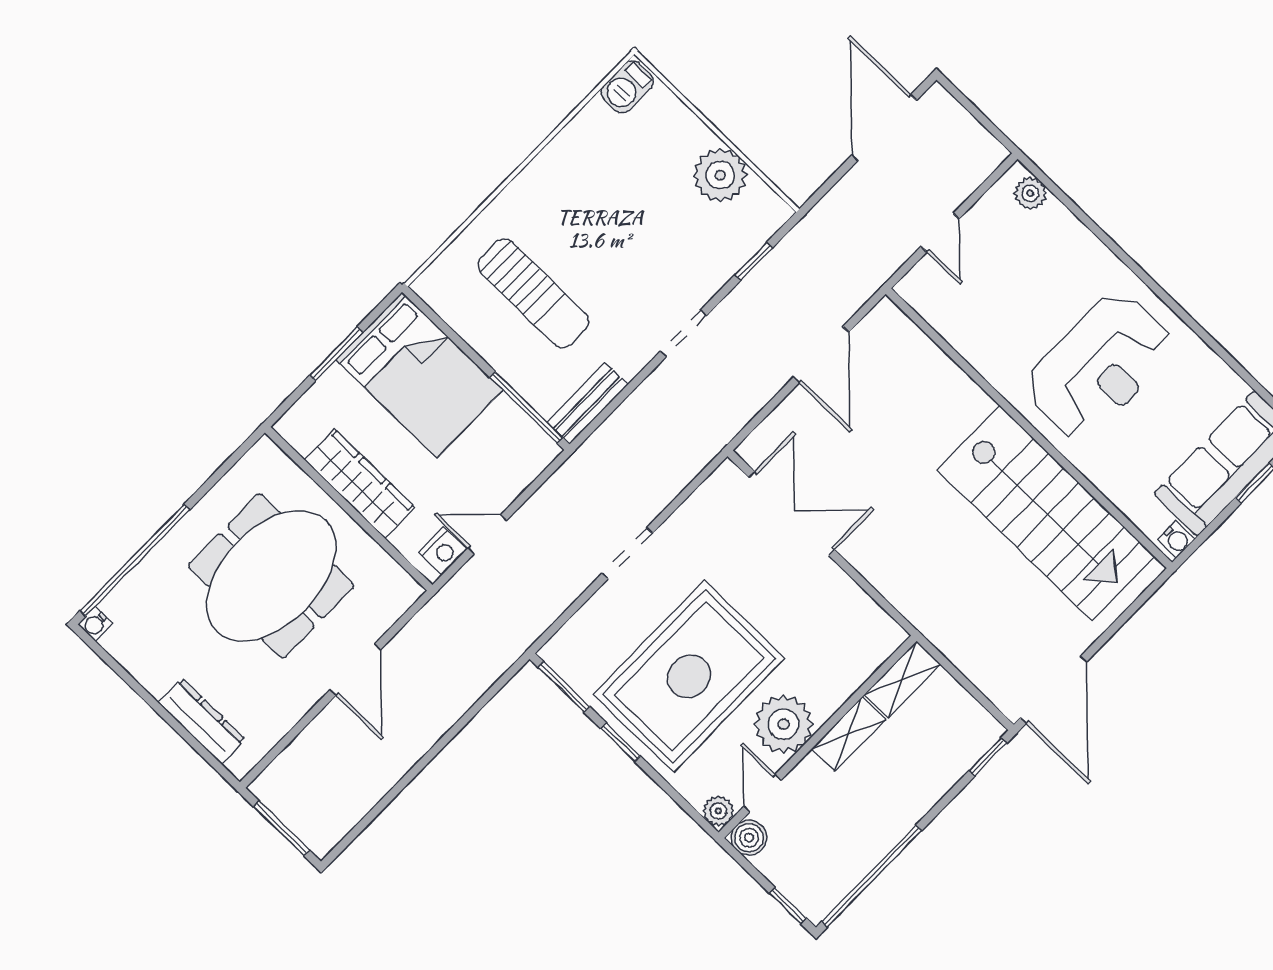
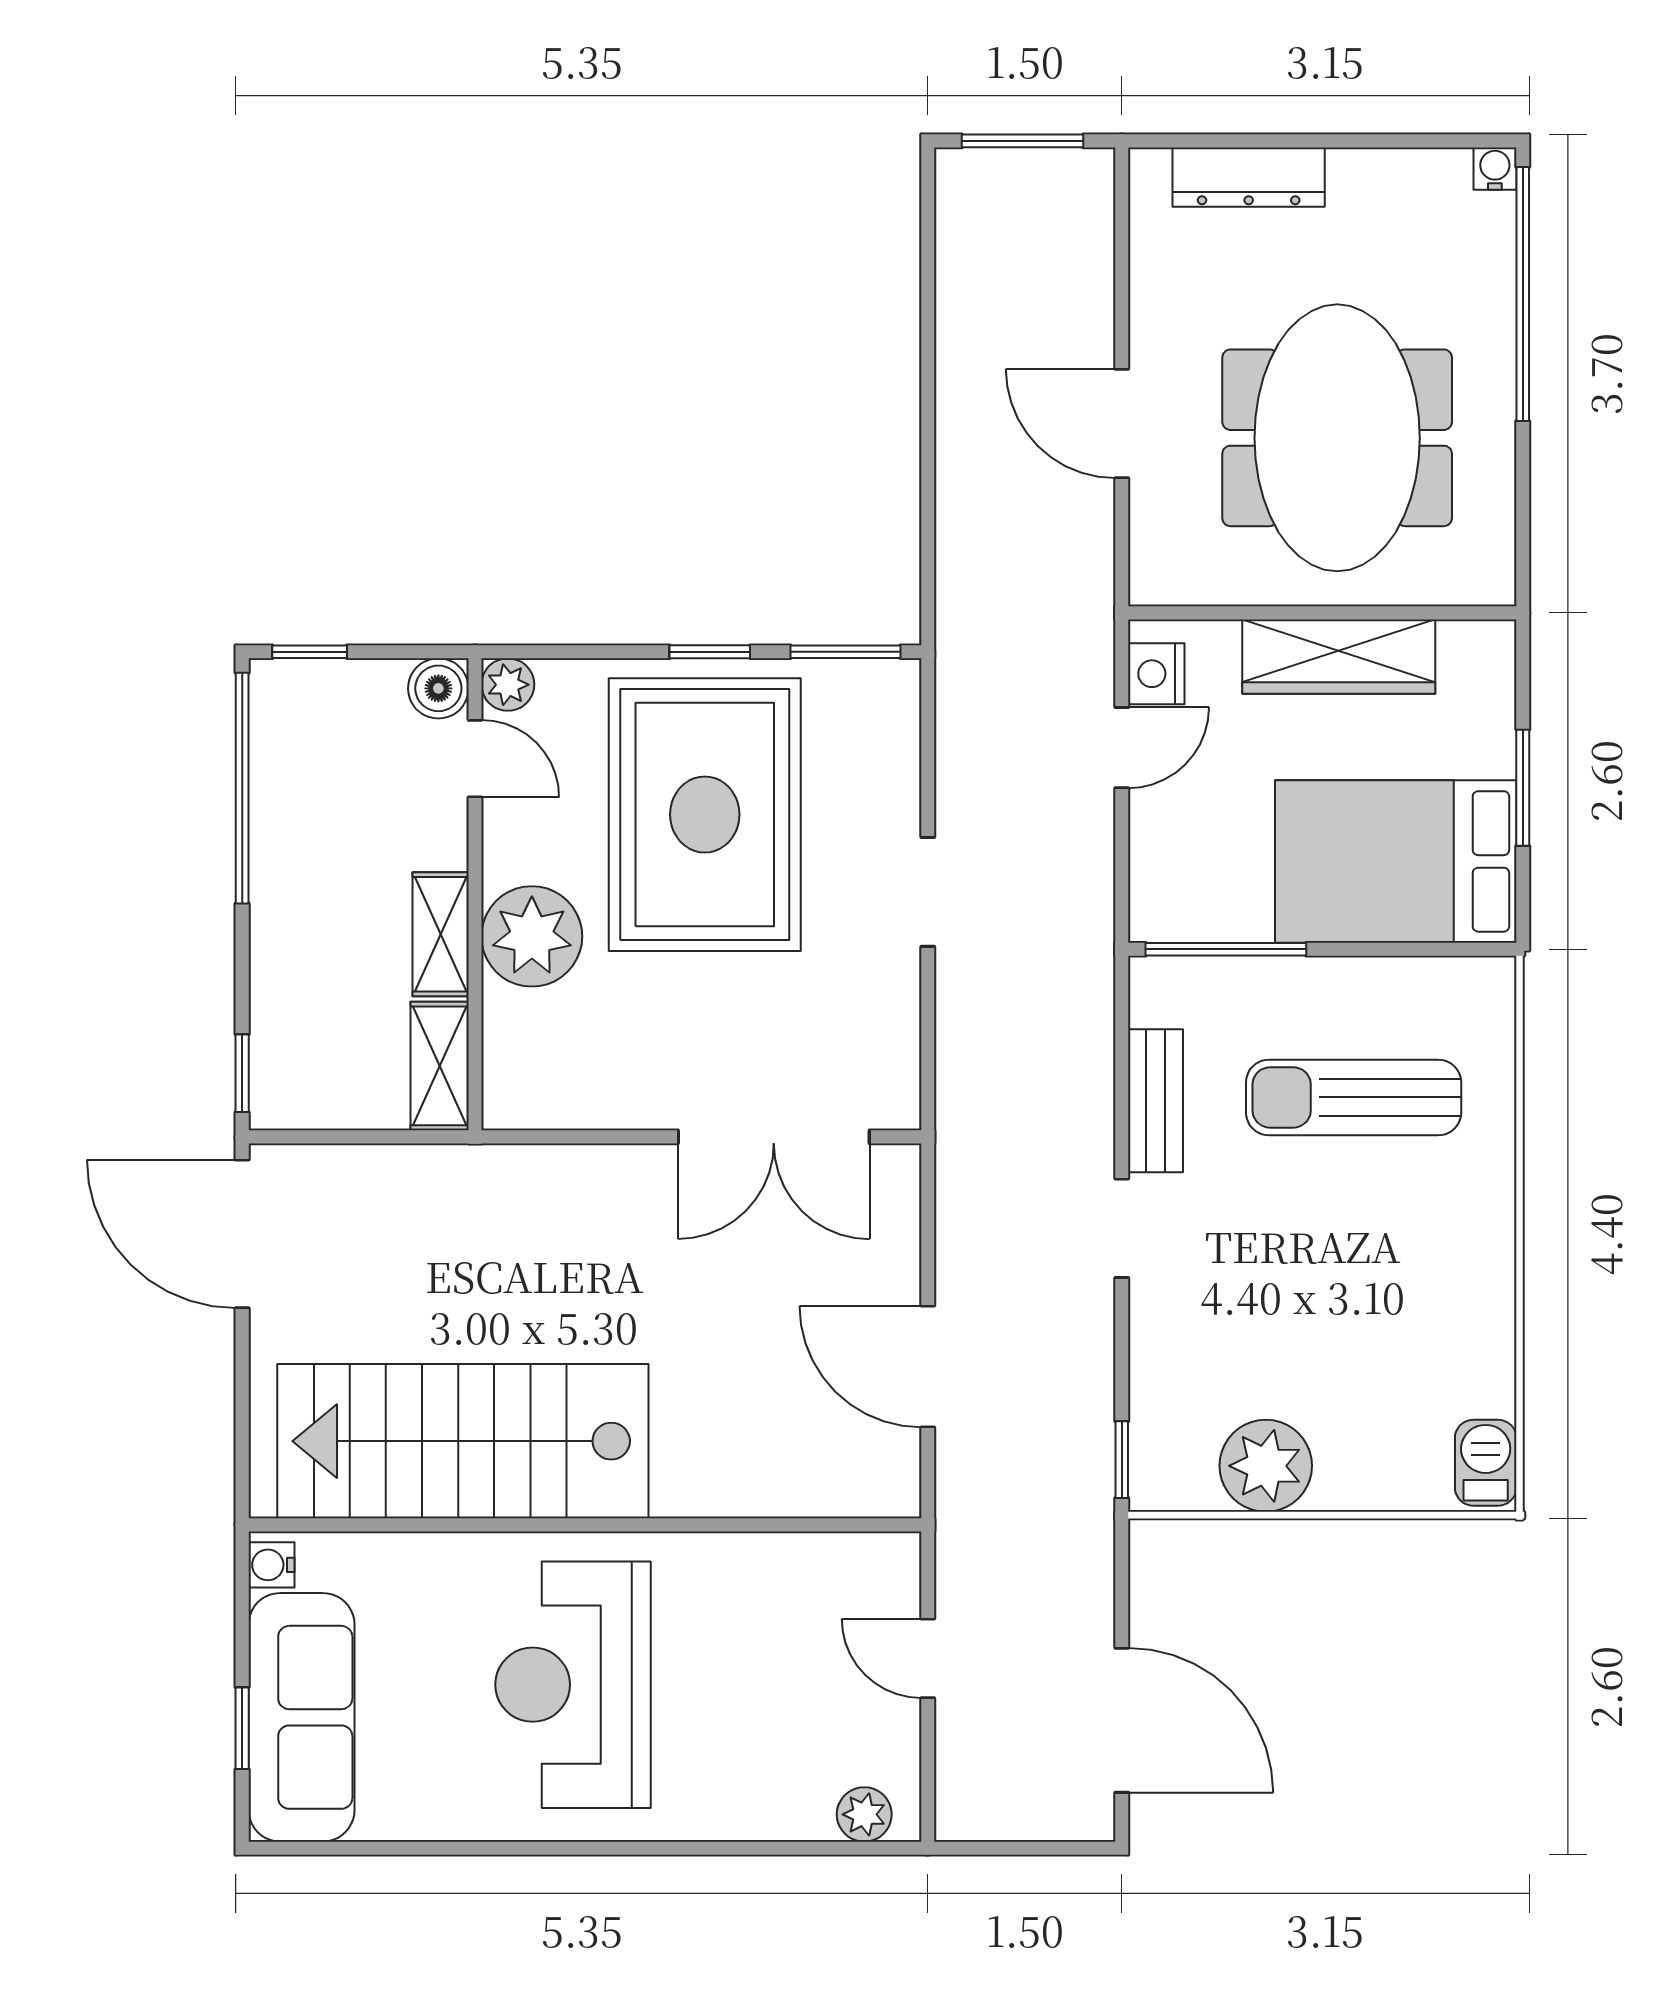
window: (754, 261) -> (1122, 1460), moved
bench: (587, 403) -> (1156, 1101), moved
plant: (784, 724) -> (532, 936), moved

